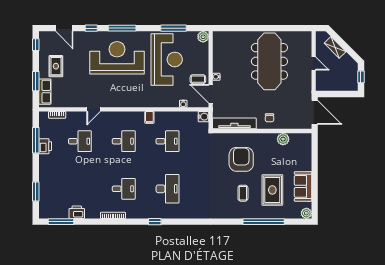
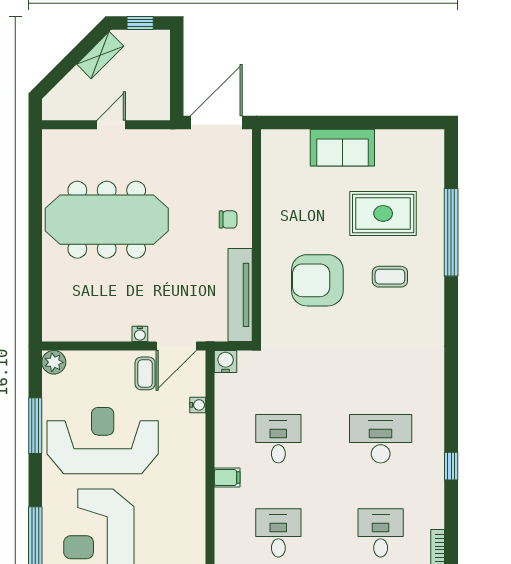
shelving: (335, 47) -> (100, 55), moved
plant: (283, 139) -> (274, 190), removed
sofa: (303, 186) -> (342, 148), moved
plant: (306, 213) -> (433, 140), removed

